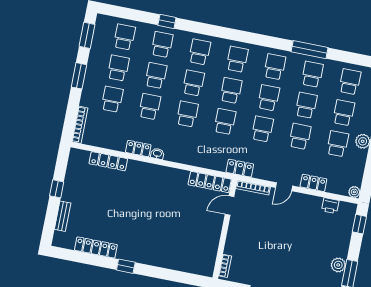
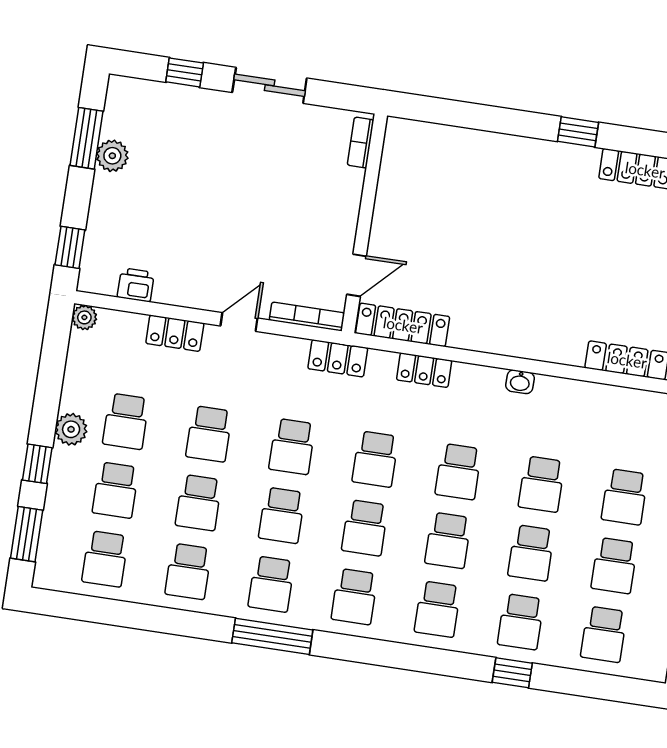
window: (310, 50) -> (272, 636), moved
locker: (138, 149) -> (424, 370), moved

